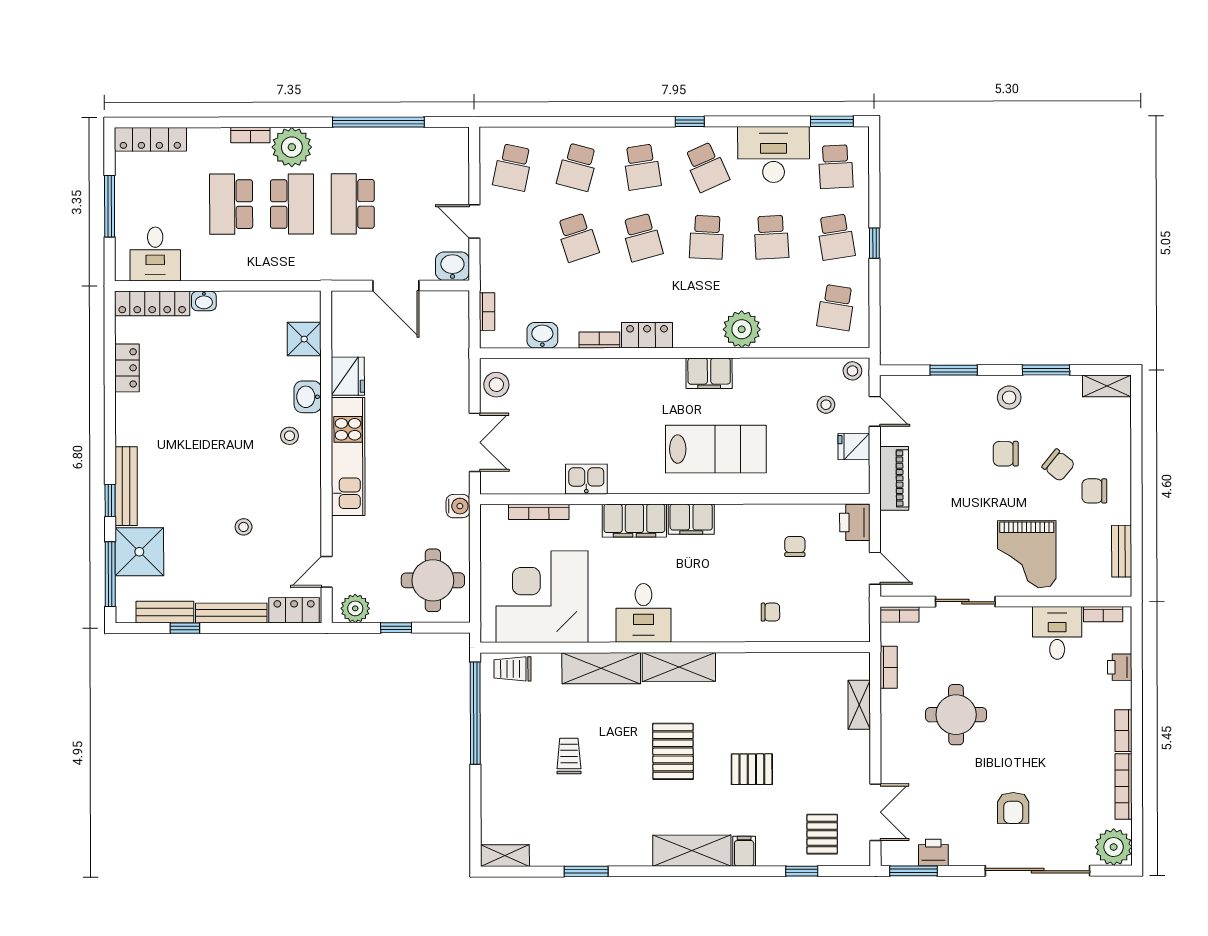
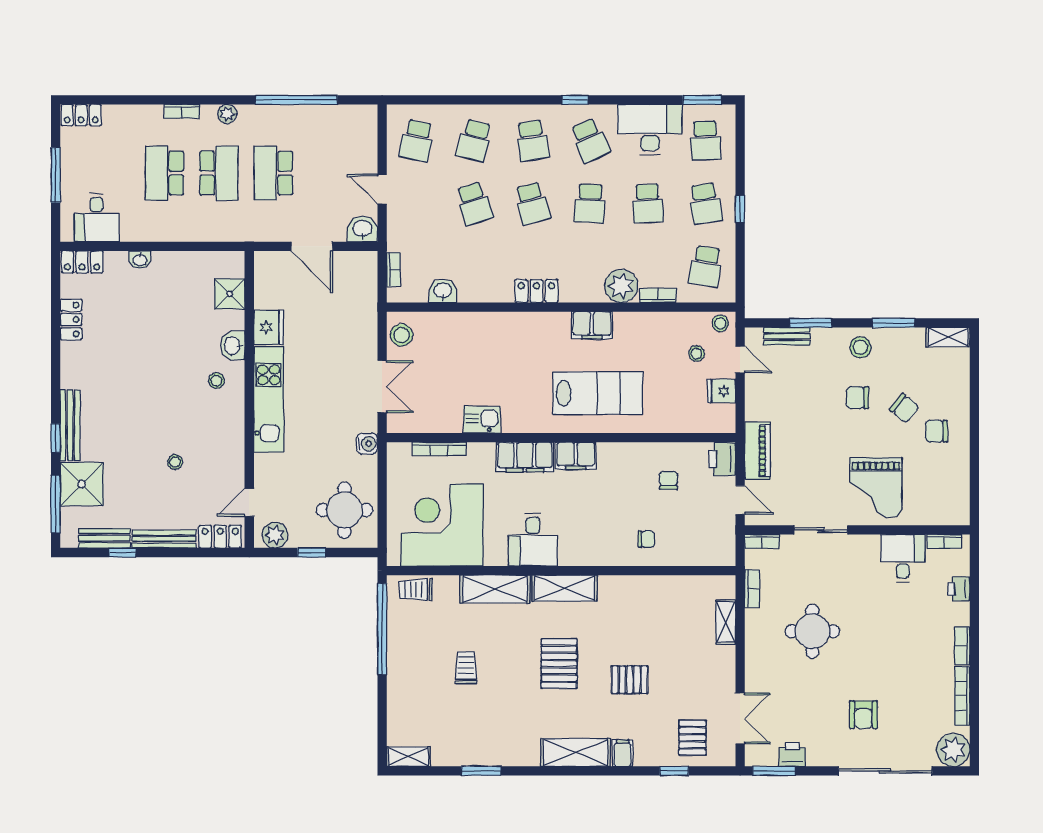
locker: (150, 139) -> (81, 115), width x0.66
plant: (292, 147) -> (227, 114), width x0.53, depth x0.53
locker: (152, 303) -> (82, 262), width x0.66
bookcase: (599, 340) -> (658, 295), moved
piano: (894, 478) -> (757, 451), moved
bench: (1122, 551) -> (787, 336), moved, turned 90

